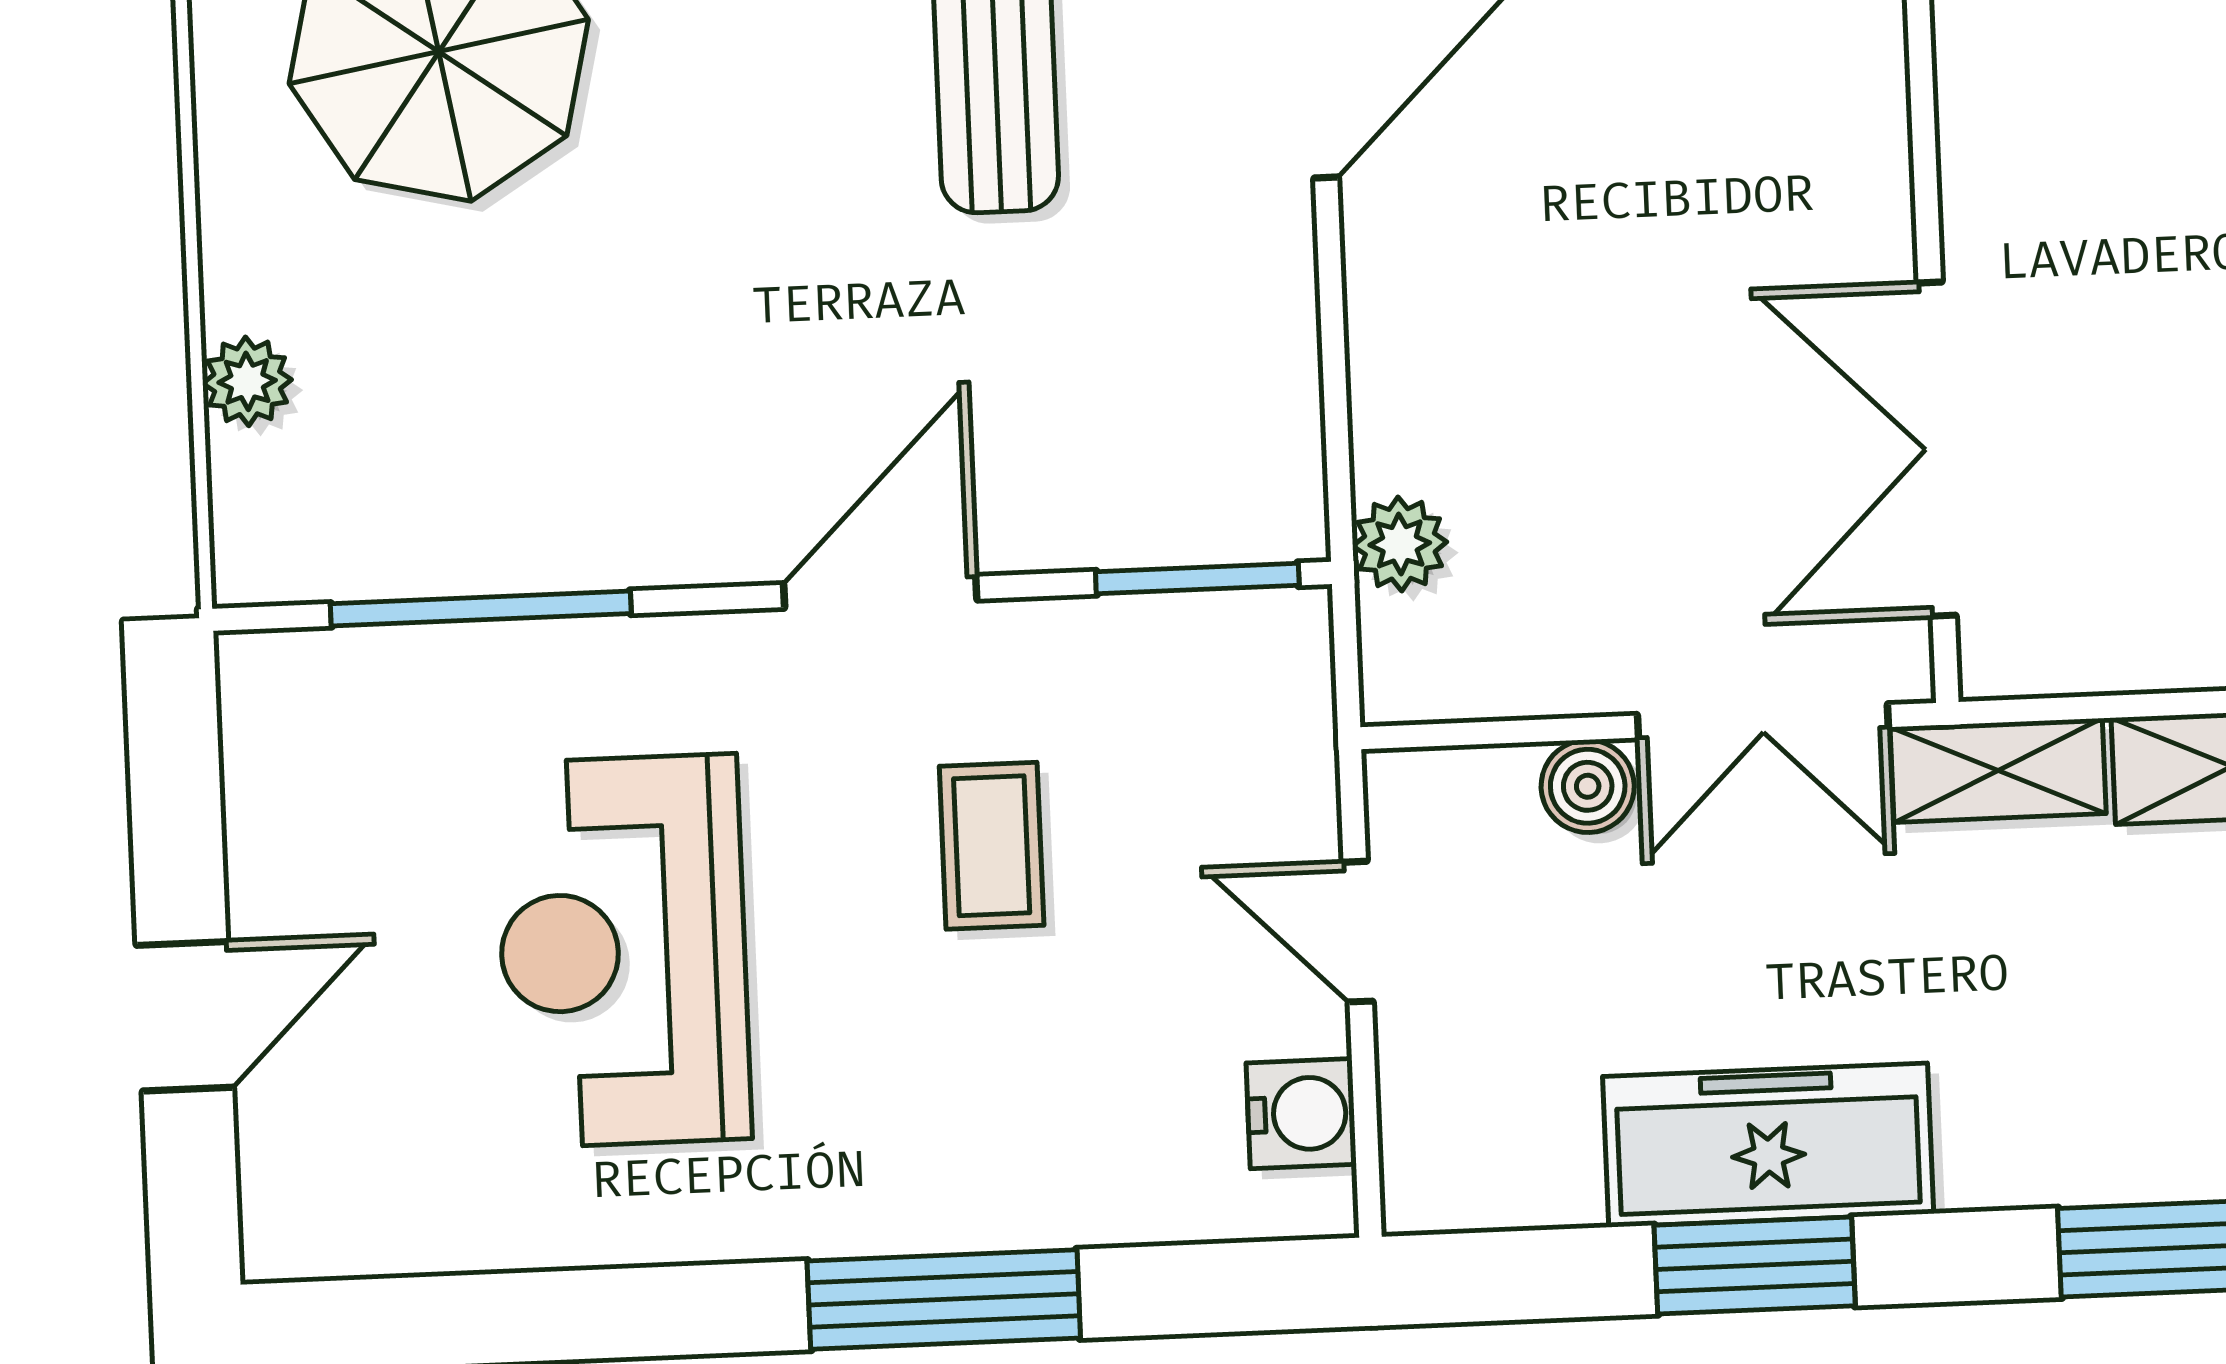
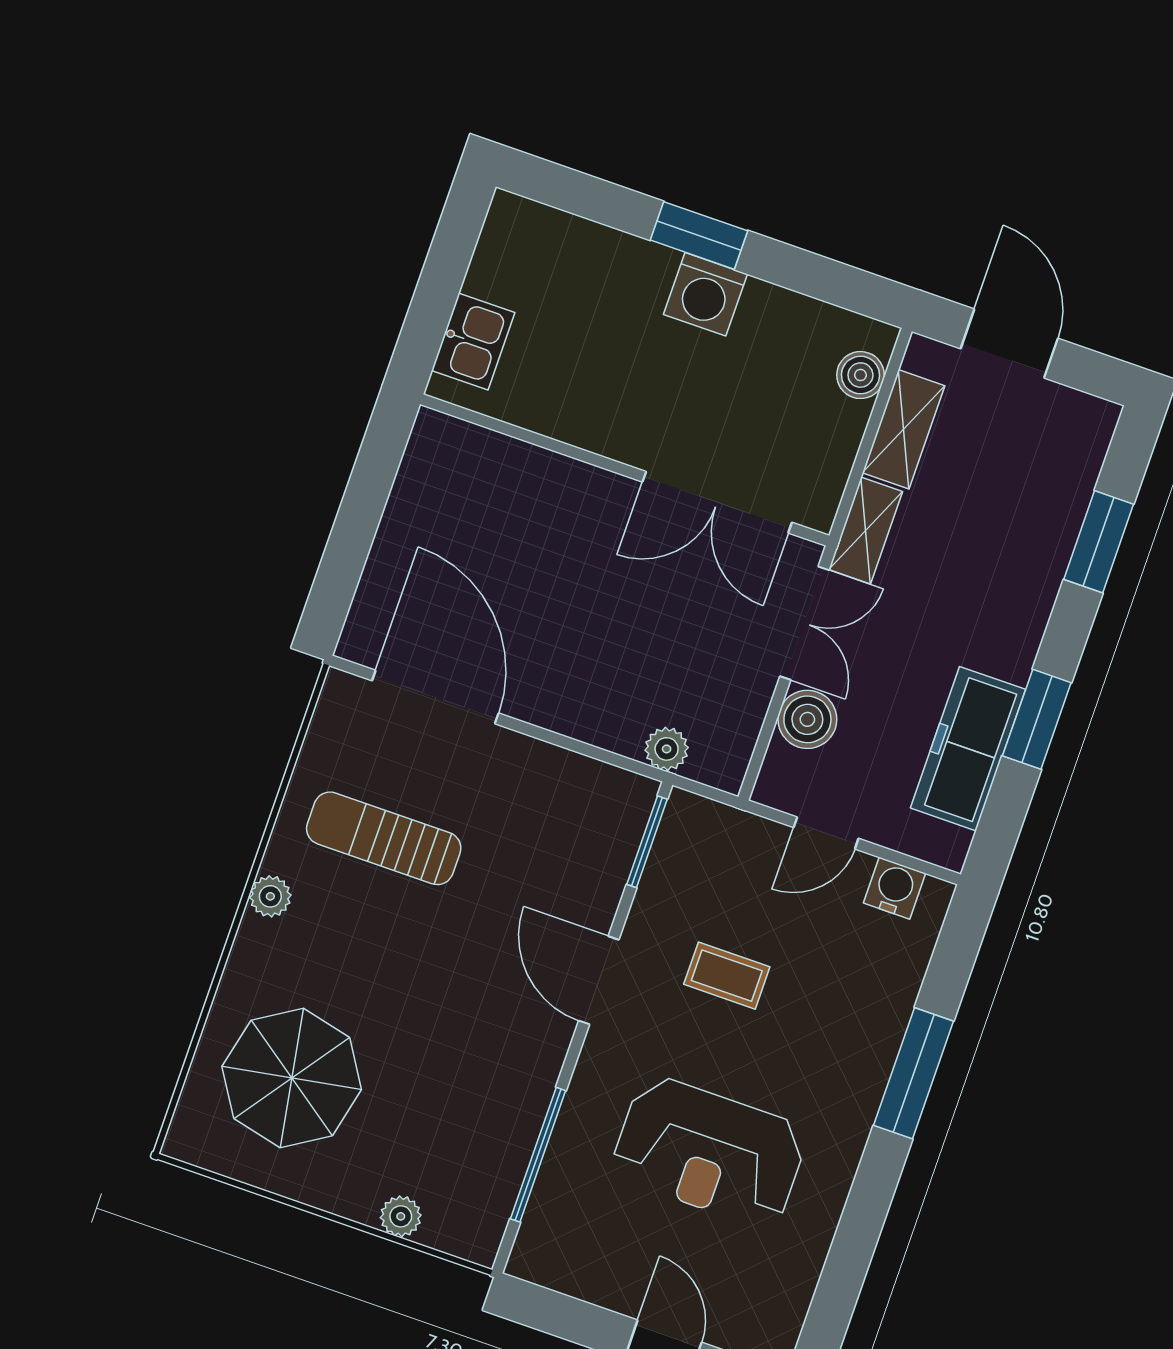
boiler: (1588, 786) -> (807, 719), width x1.36, depth x1.36
freezer: (1768, 1145) -> (968, 749), moved

